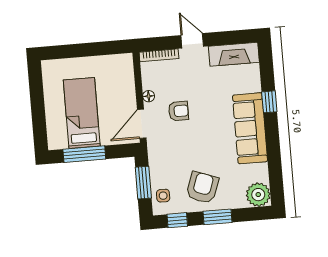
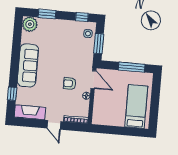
window: (269, 102) -> (12, 94), moved
bed: (82, 113) -> (136, 106), moved, turned 180
door: (142, 124) -> (93, 80), hinge flipped
armchair: (202, 188) -> (63, 34), removed
window: (217, 217) -> (47, 14), moved

